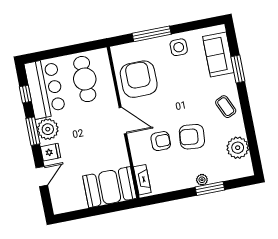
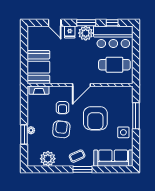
sofa: (218, 54) -> (113, 158), width x1.36
window: (238, 69) -> (83, 169), moved
armchair: (139, 79) -> (95, 118), moved, turned 90

